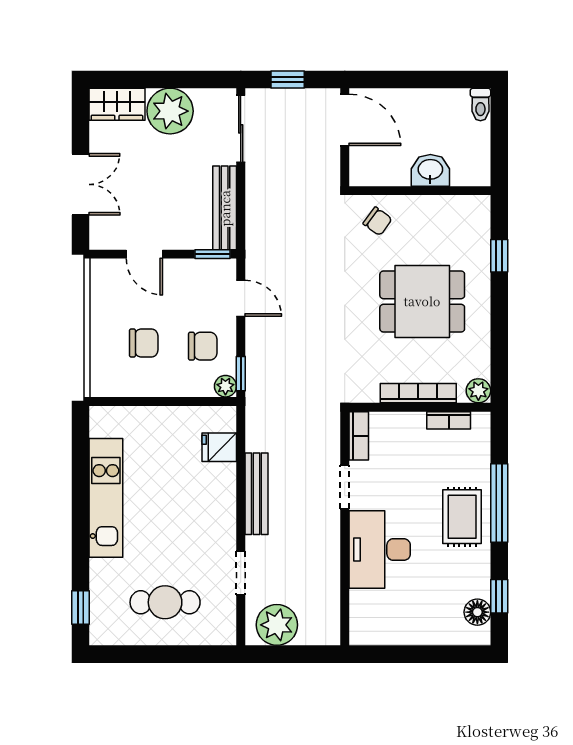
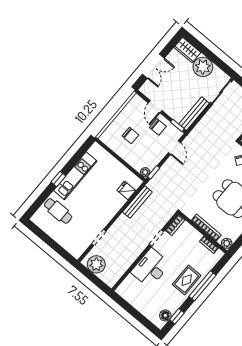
chair: (203, 346) -> (158, 127), moved
bench: (256, 494) -> (137, 202), moved
cafe table: (165, 602) -> (58, 211), moved
window: (80, 608) -> (58, 179), moved

